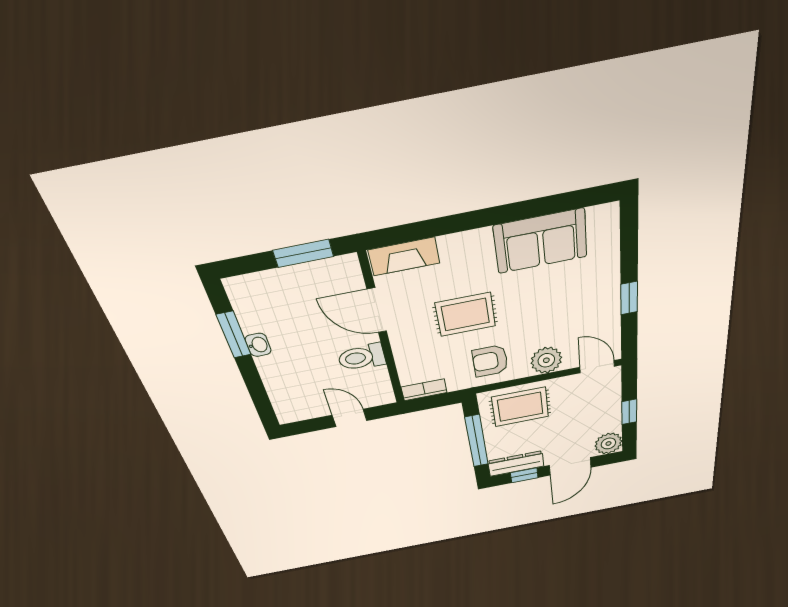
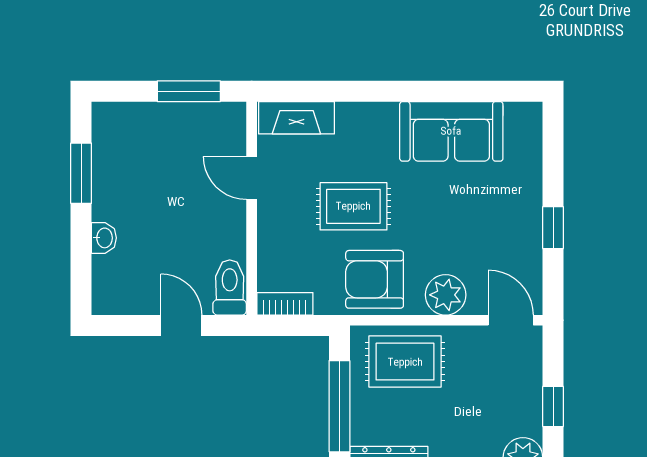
door: (377, 310) -> (252, 178), width x0.73
washbasin: (258, 345) -> (104, 238), moved
toilet: (362, 357) -> (230, 288), moved, turned 90
armchair: (490, 361) -> (375, 279), width x1.38, depth x1.38

